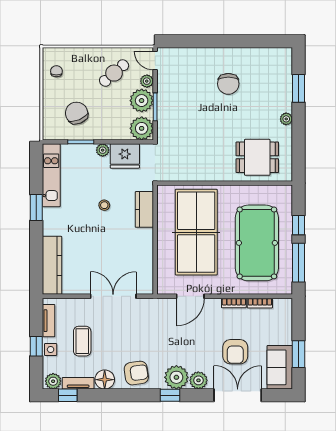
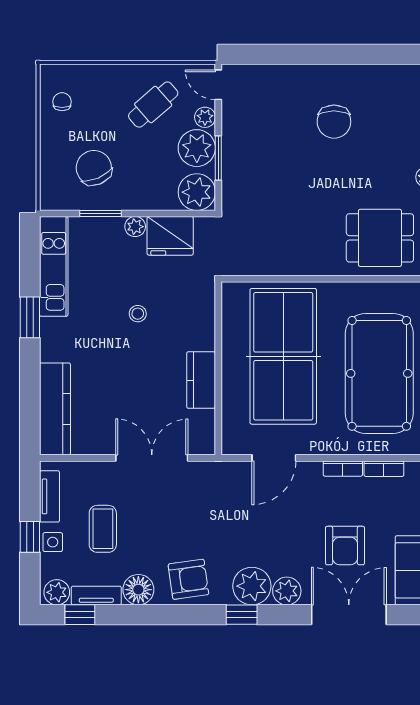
kitchen counter: (144, 209) -> (201, 380), moved

